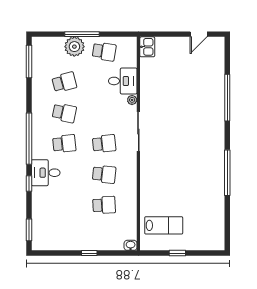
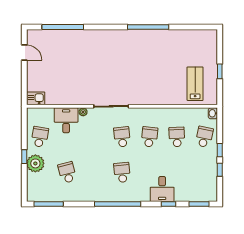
window: (82, 34) -> (24, 157), width x0.46
window: (227, 98) -> (63, 27), moved
school desk: (64, 113) -> (204, 137), moved
desk: (46, 173) -> (162, 189), moved
window: (29, 184) -> (168, 204), moved
window: (67, 253) -> (220, 170), added

